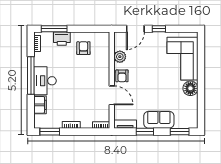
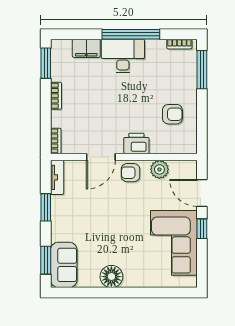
printer: (62, 39) -> (136, 143), moved, turned 90
corner sofa: (183, 59) -> (174, 243), moved, turned -90
sofa: (159, 120) -> (64, 265), moved

